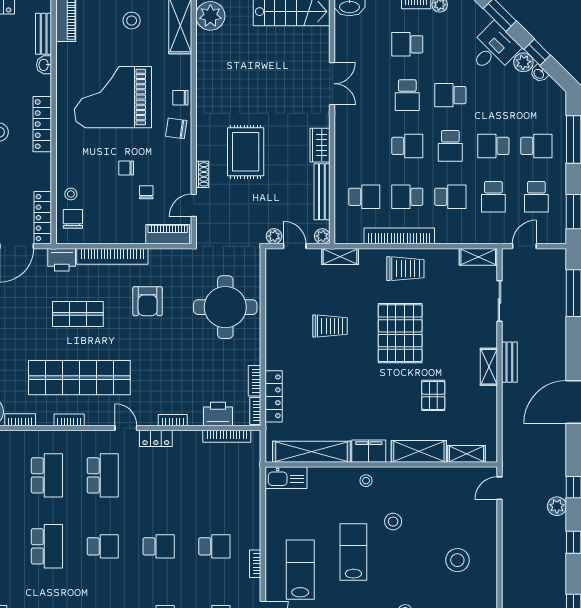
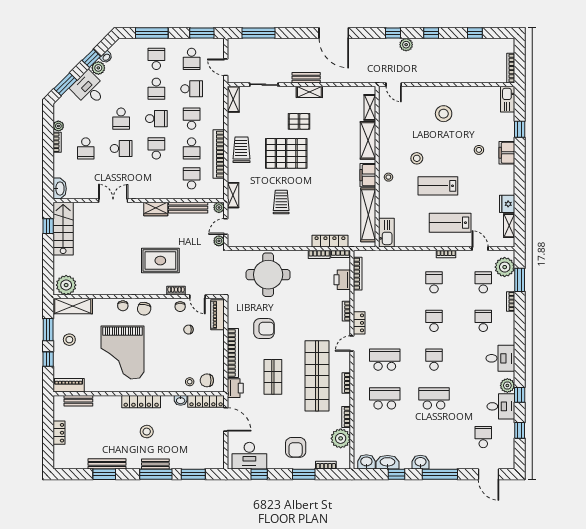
washbasin: (44, 65) -> (181, 400), moved
chair: (126, 168) -> (180, 307), moved
school desk: (536, 197) -> (192, 59), turned 90
pallet: (433, 395) -> (299, 121), moved

